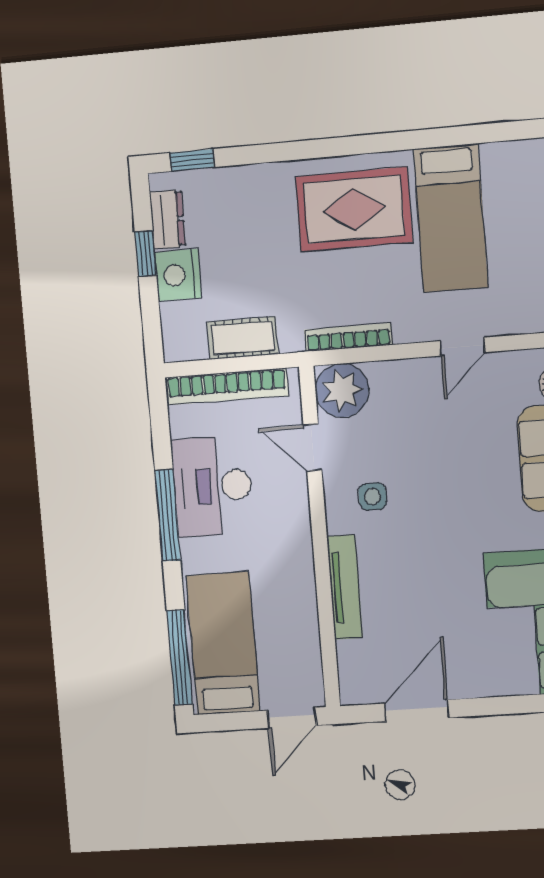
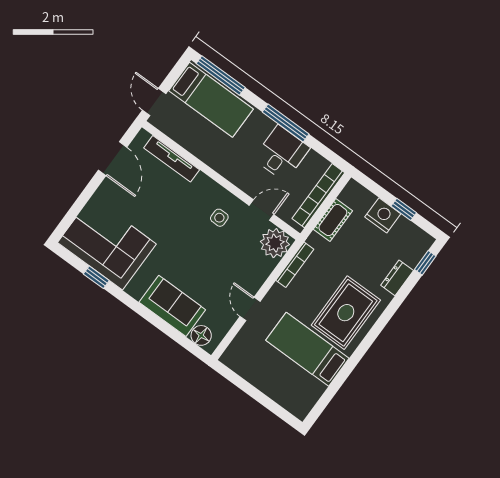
dresser: (167, 219) -> (397, 278), moved, turned 90
desk: (212, 486) -> (282, 153), width x0.73
tv unit: (345, 587) -> (172, 159), moved

